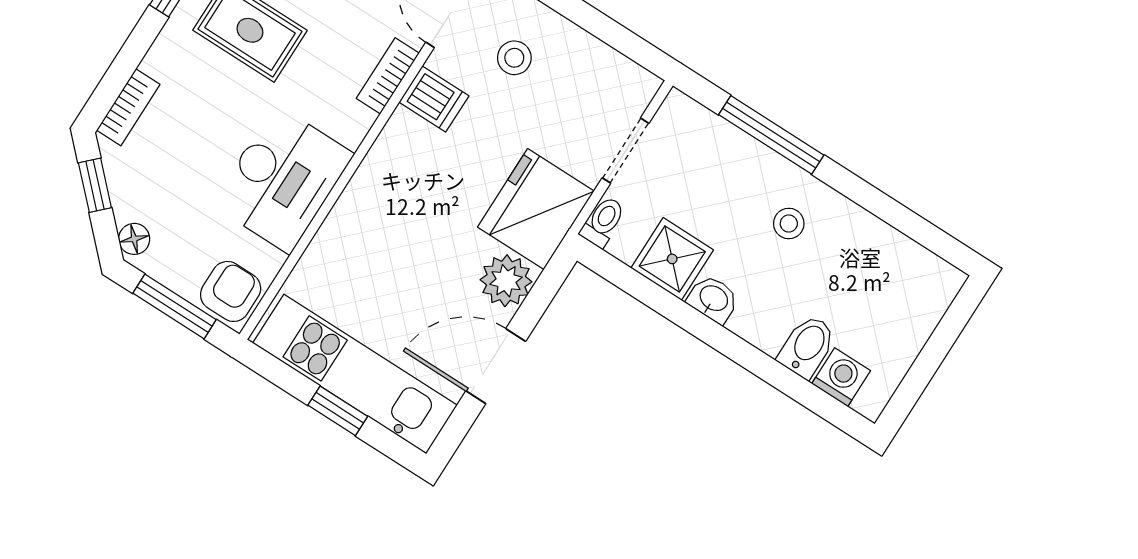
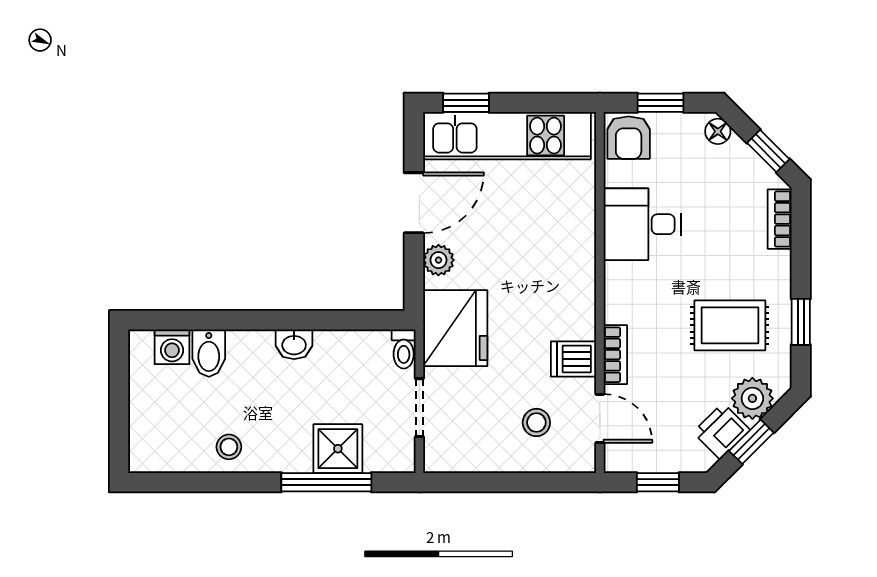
desk: (283, 179) -> (642, 224), width x0.73
stool: (789, 223) -> (229, 447), moved
shower: (672, 259) -> (338, 449), moved
plant: (506, 281) -> (438, 260), width x0.73, depth x0.73
window: (175, 306) -> (660, 103), width x0.67
window: (338, 411) -> (466, 103), moved

